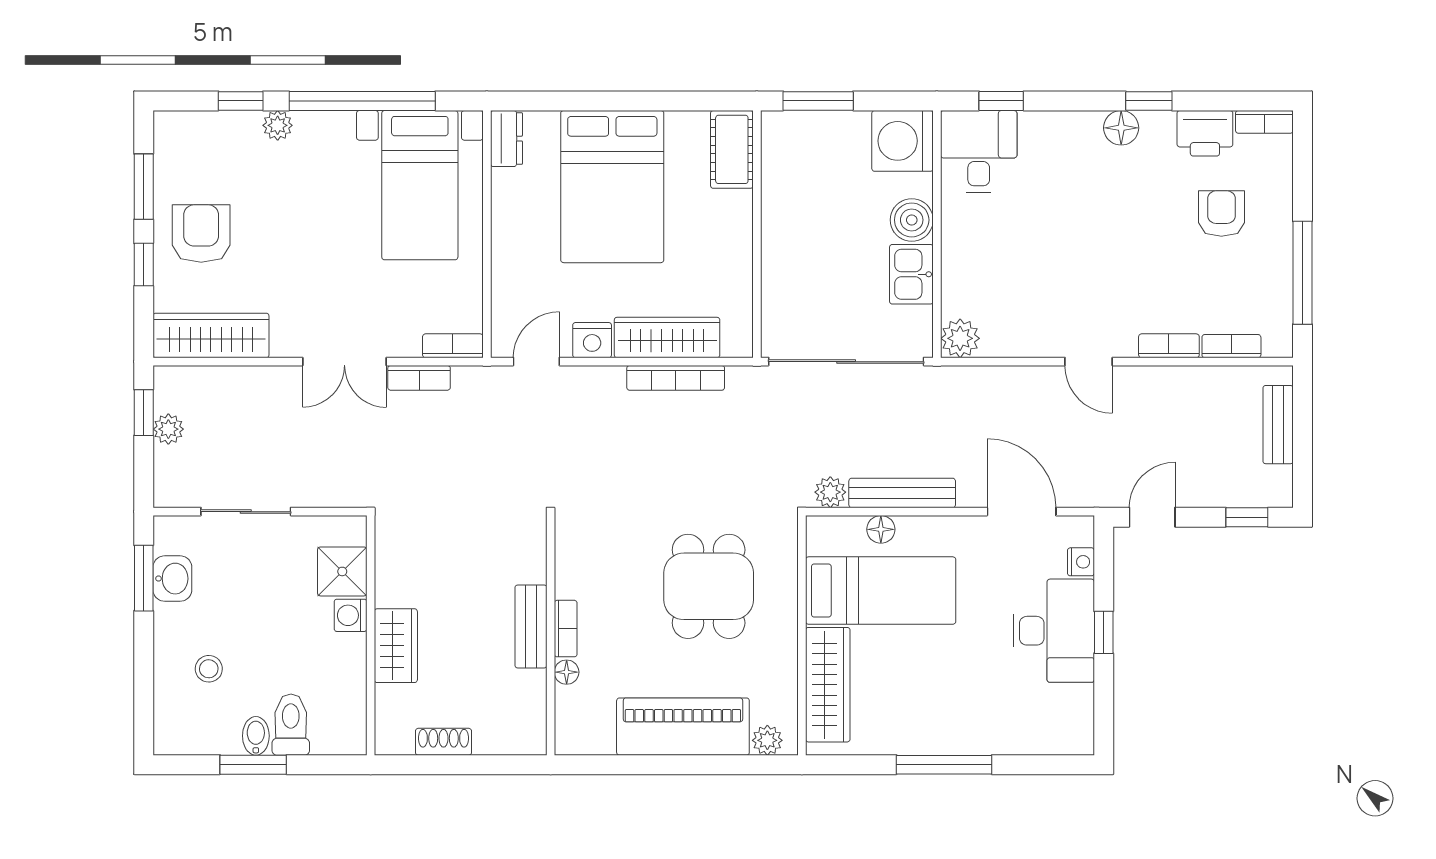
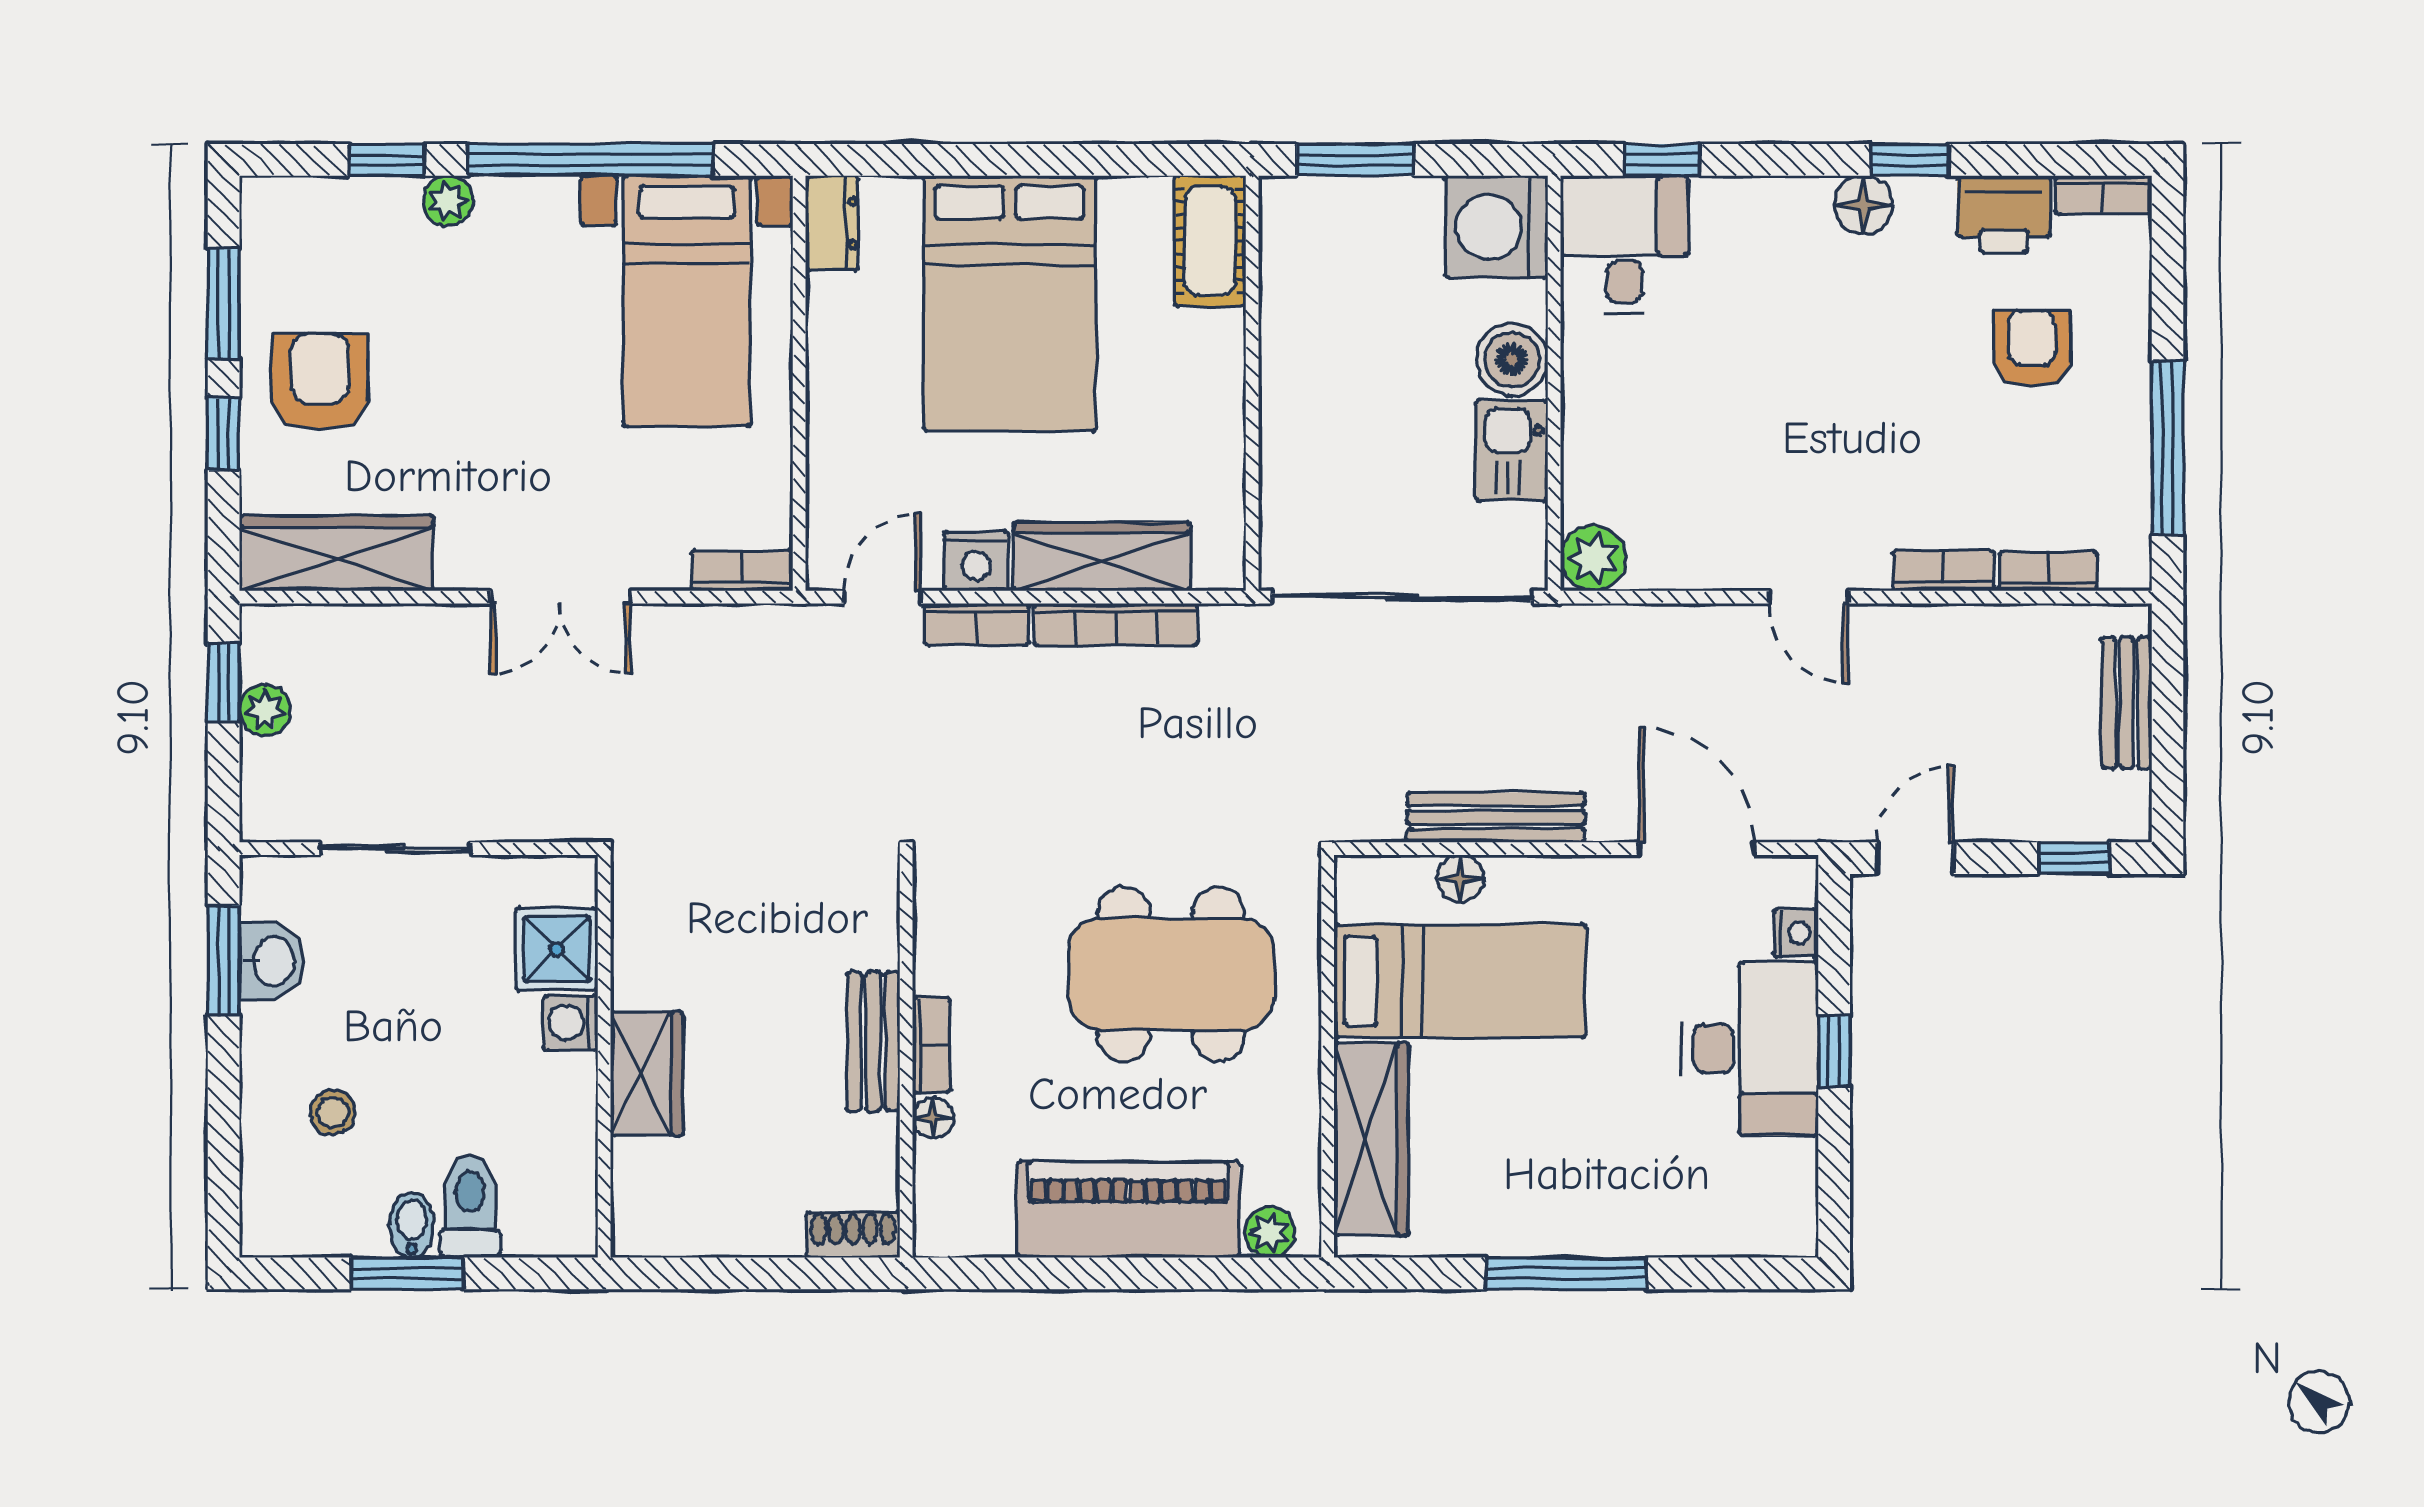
bookcase: (419, 378) -> (977, 624), moved
plant: (830, 492) -> (1375, 816), removed
dining table: (709, 586) -> (1171, 974), width x1.38
shoe rack: (443, 742) -> (853, 1235), moved

